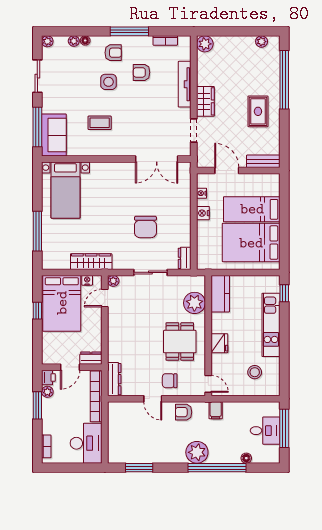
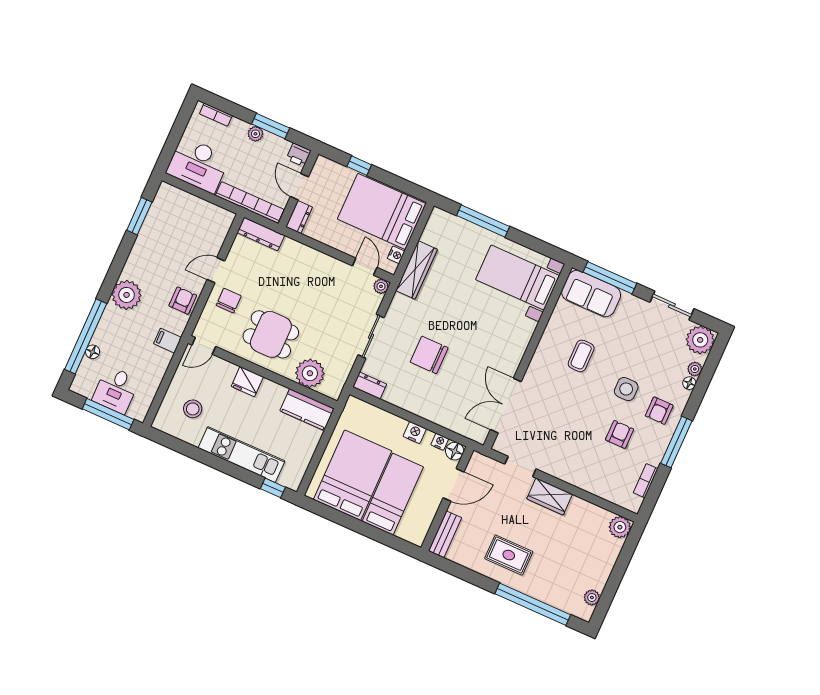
plant: (47, 41) -> (700, 340), width x1.87, depth x1.87
tv unit: (185, 84) -> (582, 481), removed
floor lamp: (203, 180) -> (455, 451), added
window: (37, 311) -> (359, 166), moved
plant: (47, 392) -> (255, 134), moved
window: (217, 468) -> (86, 336), moved

